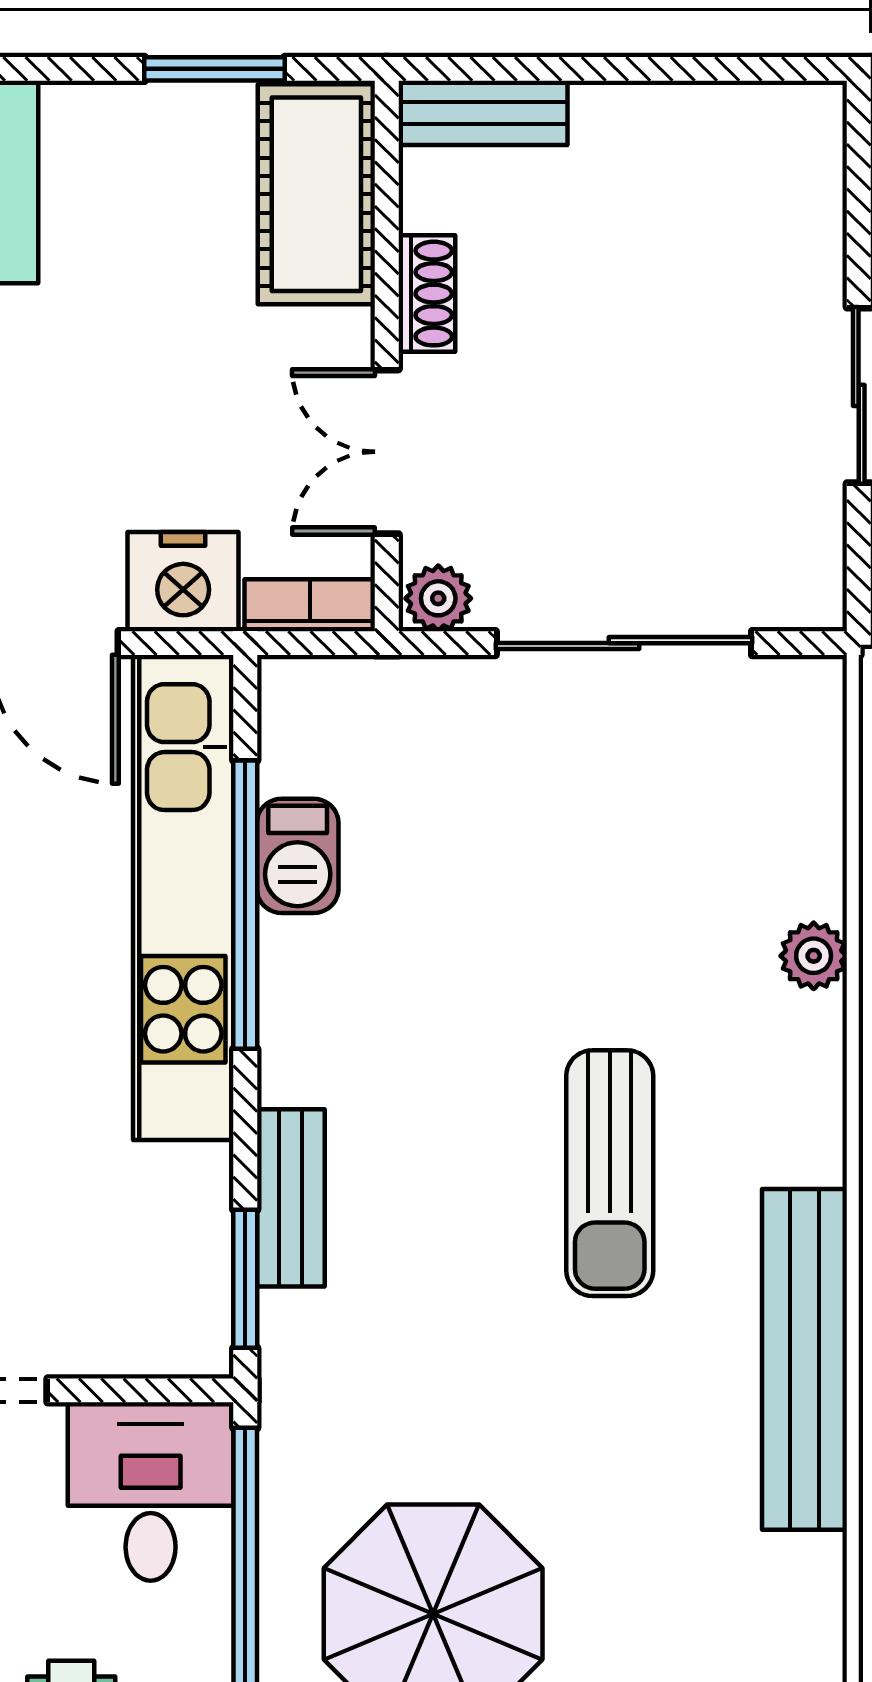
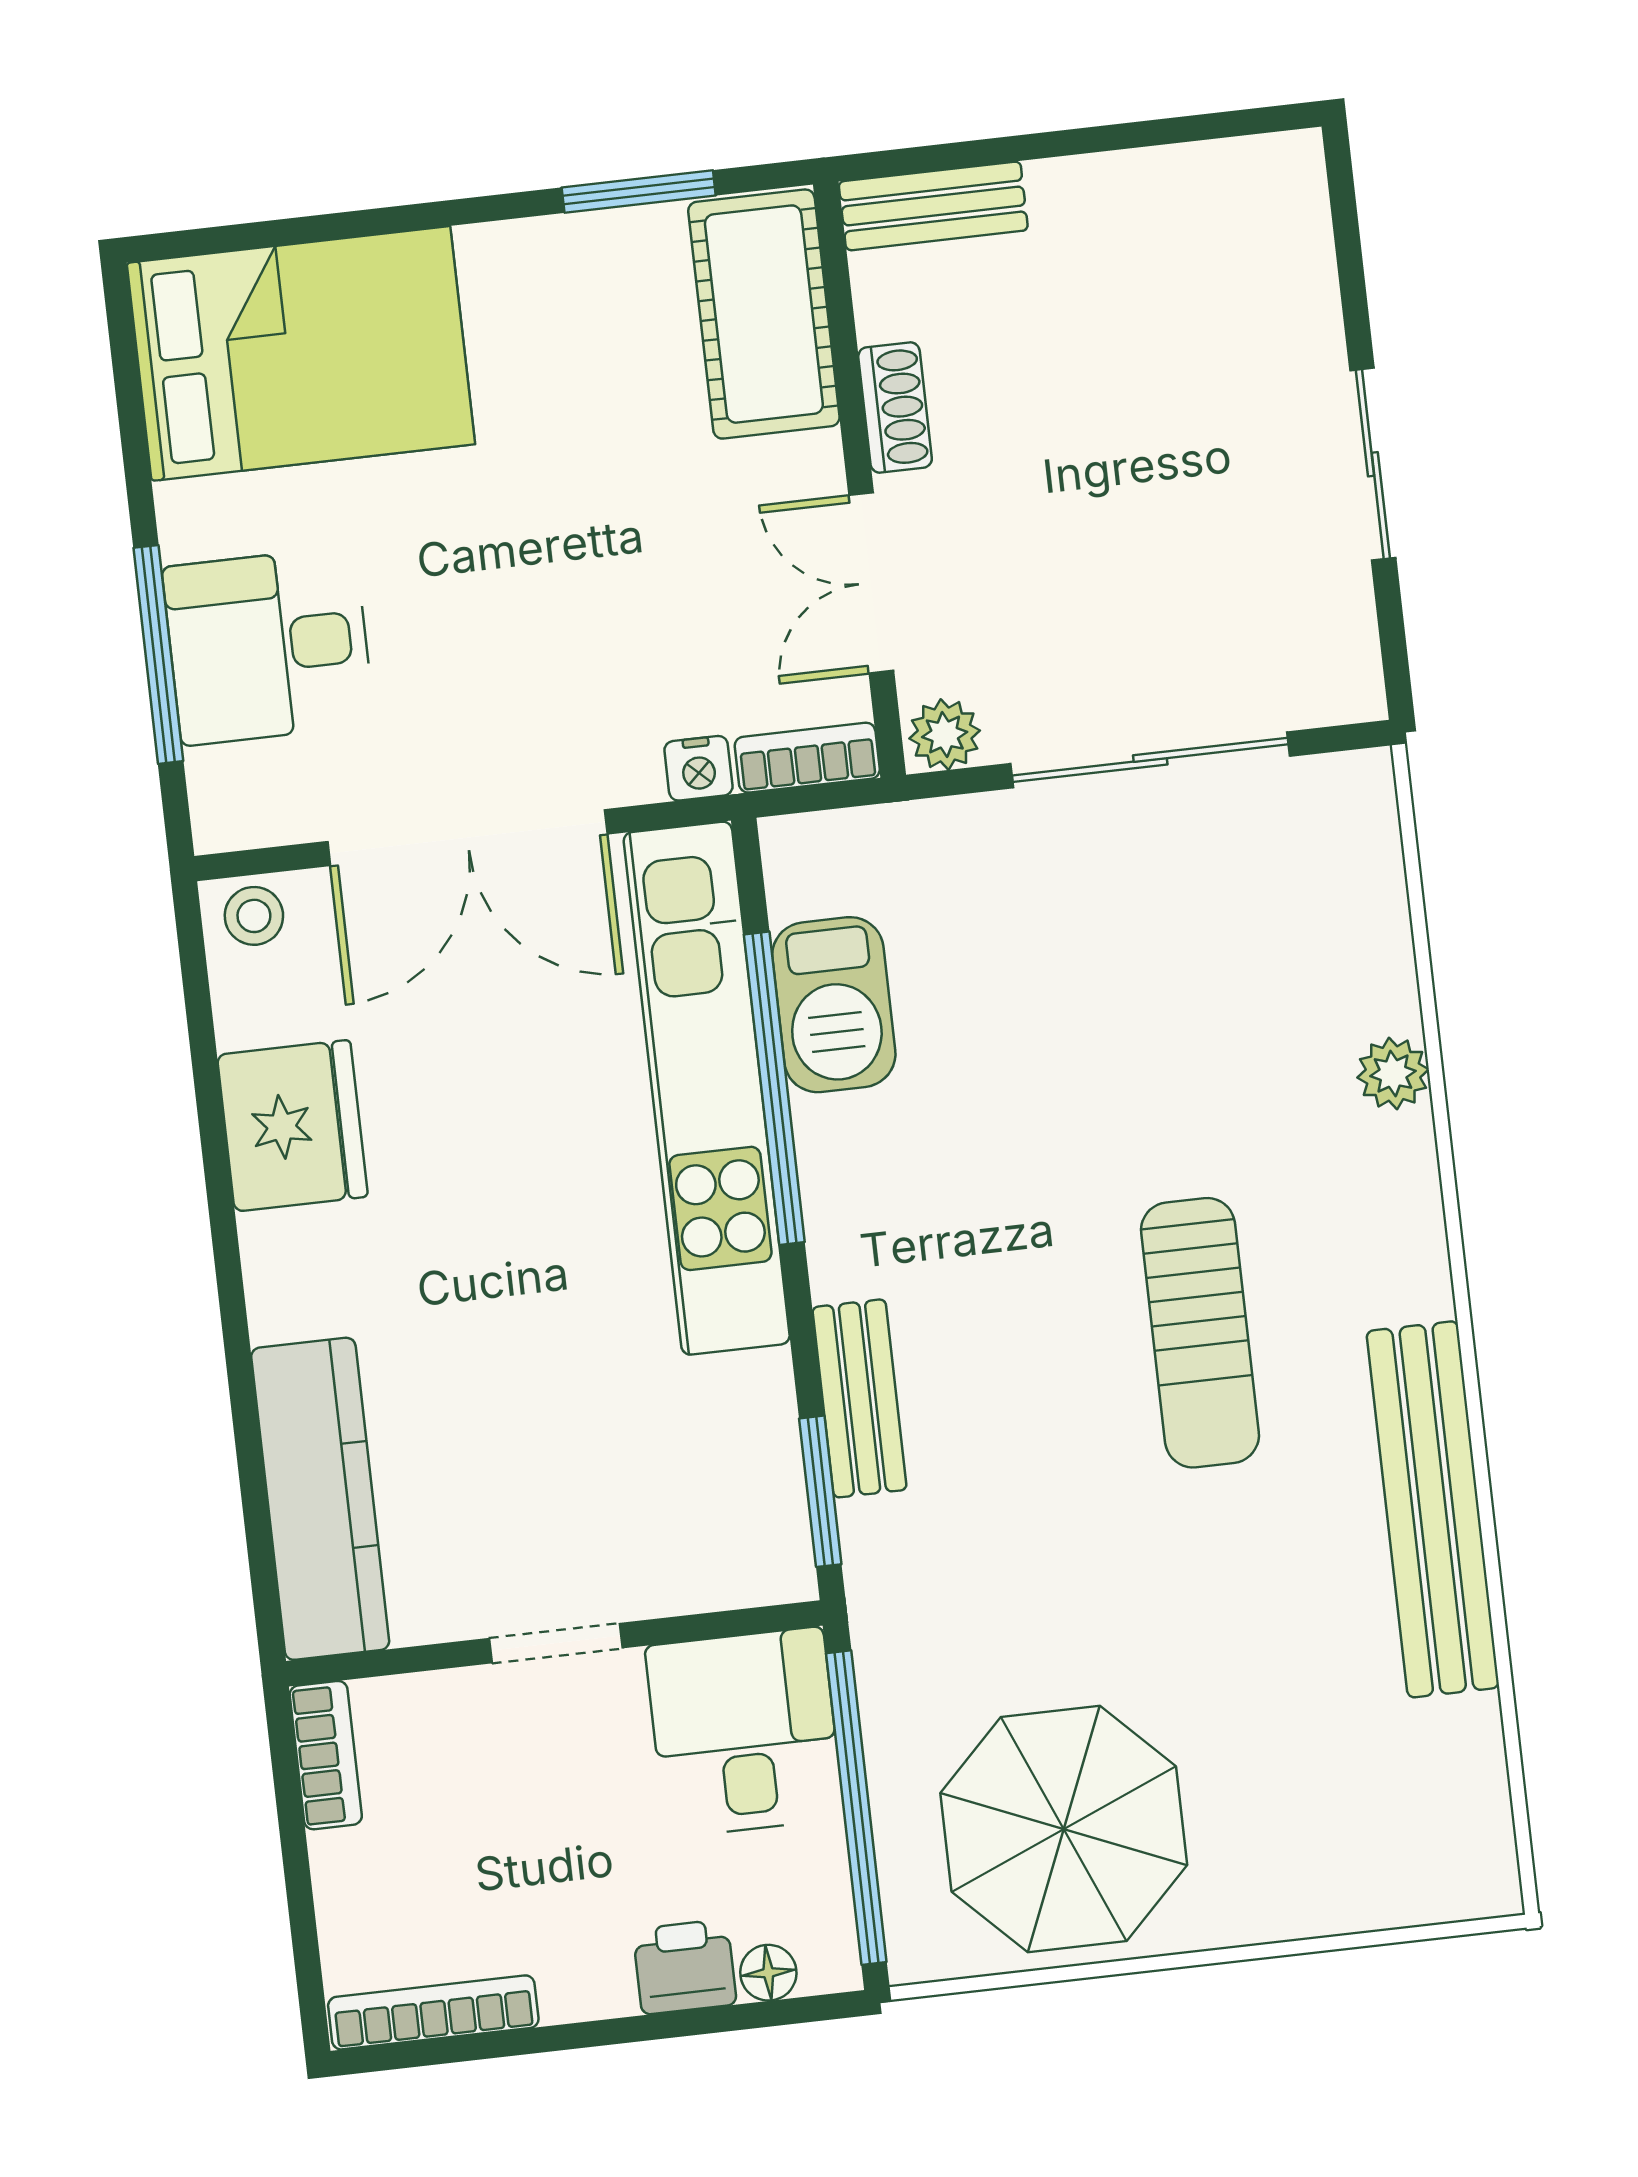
nightstand: (183, 582) -> (698, 768), width x0.53, depth x0.56
barbecue: (298, 856) -> (834, 1005), width x1.38, depth x1.27

